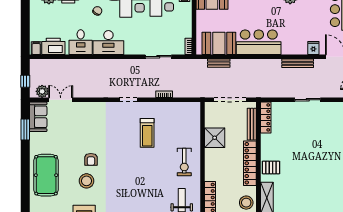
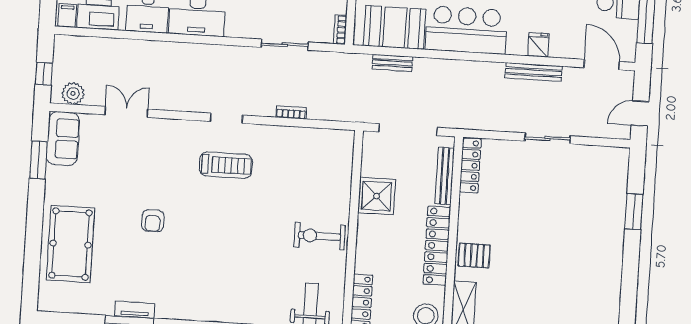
fridge: (313, 48) -> (539, 45), moved
double door: (61, 100) -> (126, 112), moved
treadmill: (147, 133) -> (226, 165), moved, turned -90
exercise bike: (184, 162) -> (319, 236), turned 90
stool: (87, 181) -> (142, 259), removed

